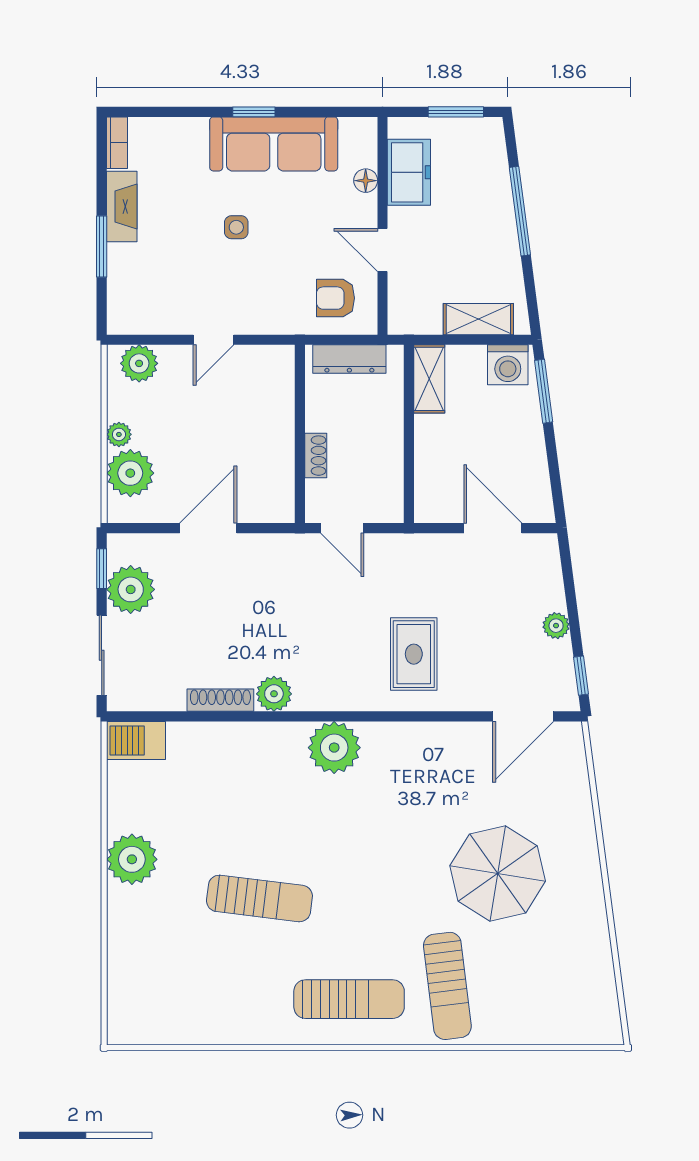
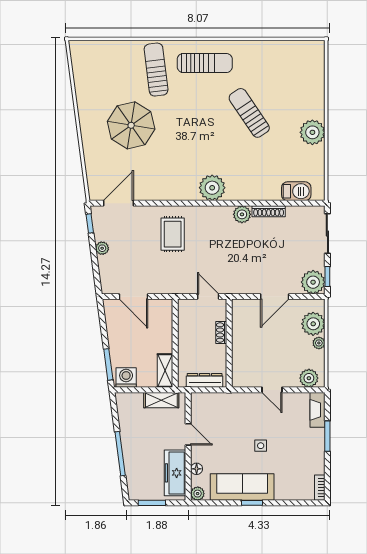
plant: (364, 131) -> (198, 494), added
freezer: (409, 172) -> (175, 473), width x1.40
fireplace: (122, 206) -> (317, 410), moved
armchair: (336, 298) -> (211, 411), removed
shelving: (478, 319) -> (161, 400), moved
door: (213, 340) -> (272, 390), swing flipped
plant: (131, 589) -> (313, 282), moved
barbecue: (136, 741) -> (296, 191), moved
sun lounger: (259, 898) -> (249, 113), turned 49
sun lounger: (349, 999) -> (205, 63), turned 180

